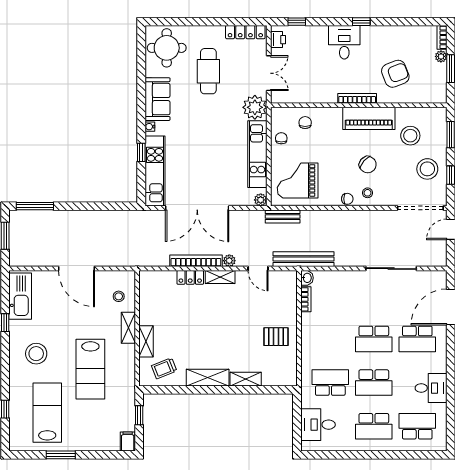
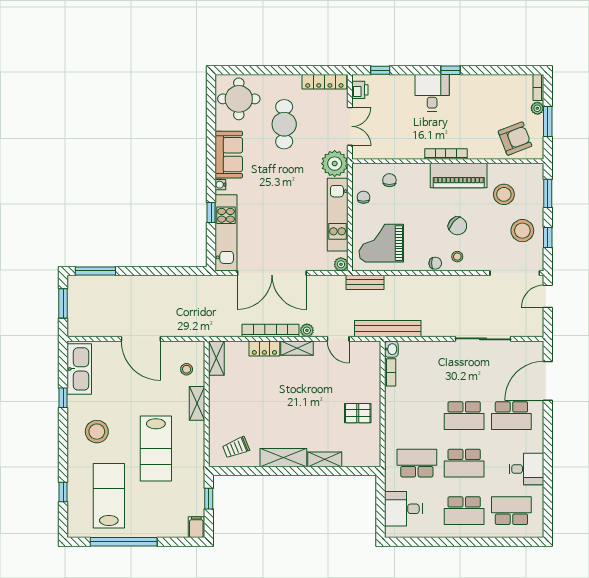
armchair: (395, 74) -> (515, 139), moved
shelving: (146, 341) -> (216, 358), moved
window: (61, 455) -> (124, 542), width x2.11

